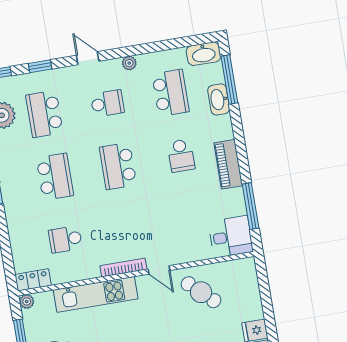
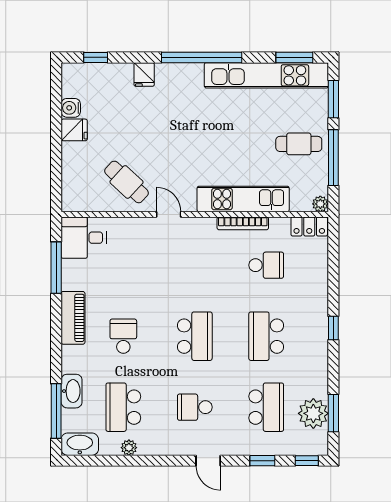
plant: (129, 63) -> (129, 448), moved
bookcase: (123, 268) -> (243, 223), moved

